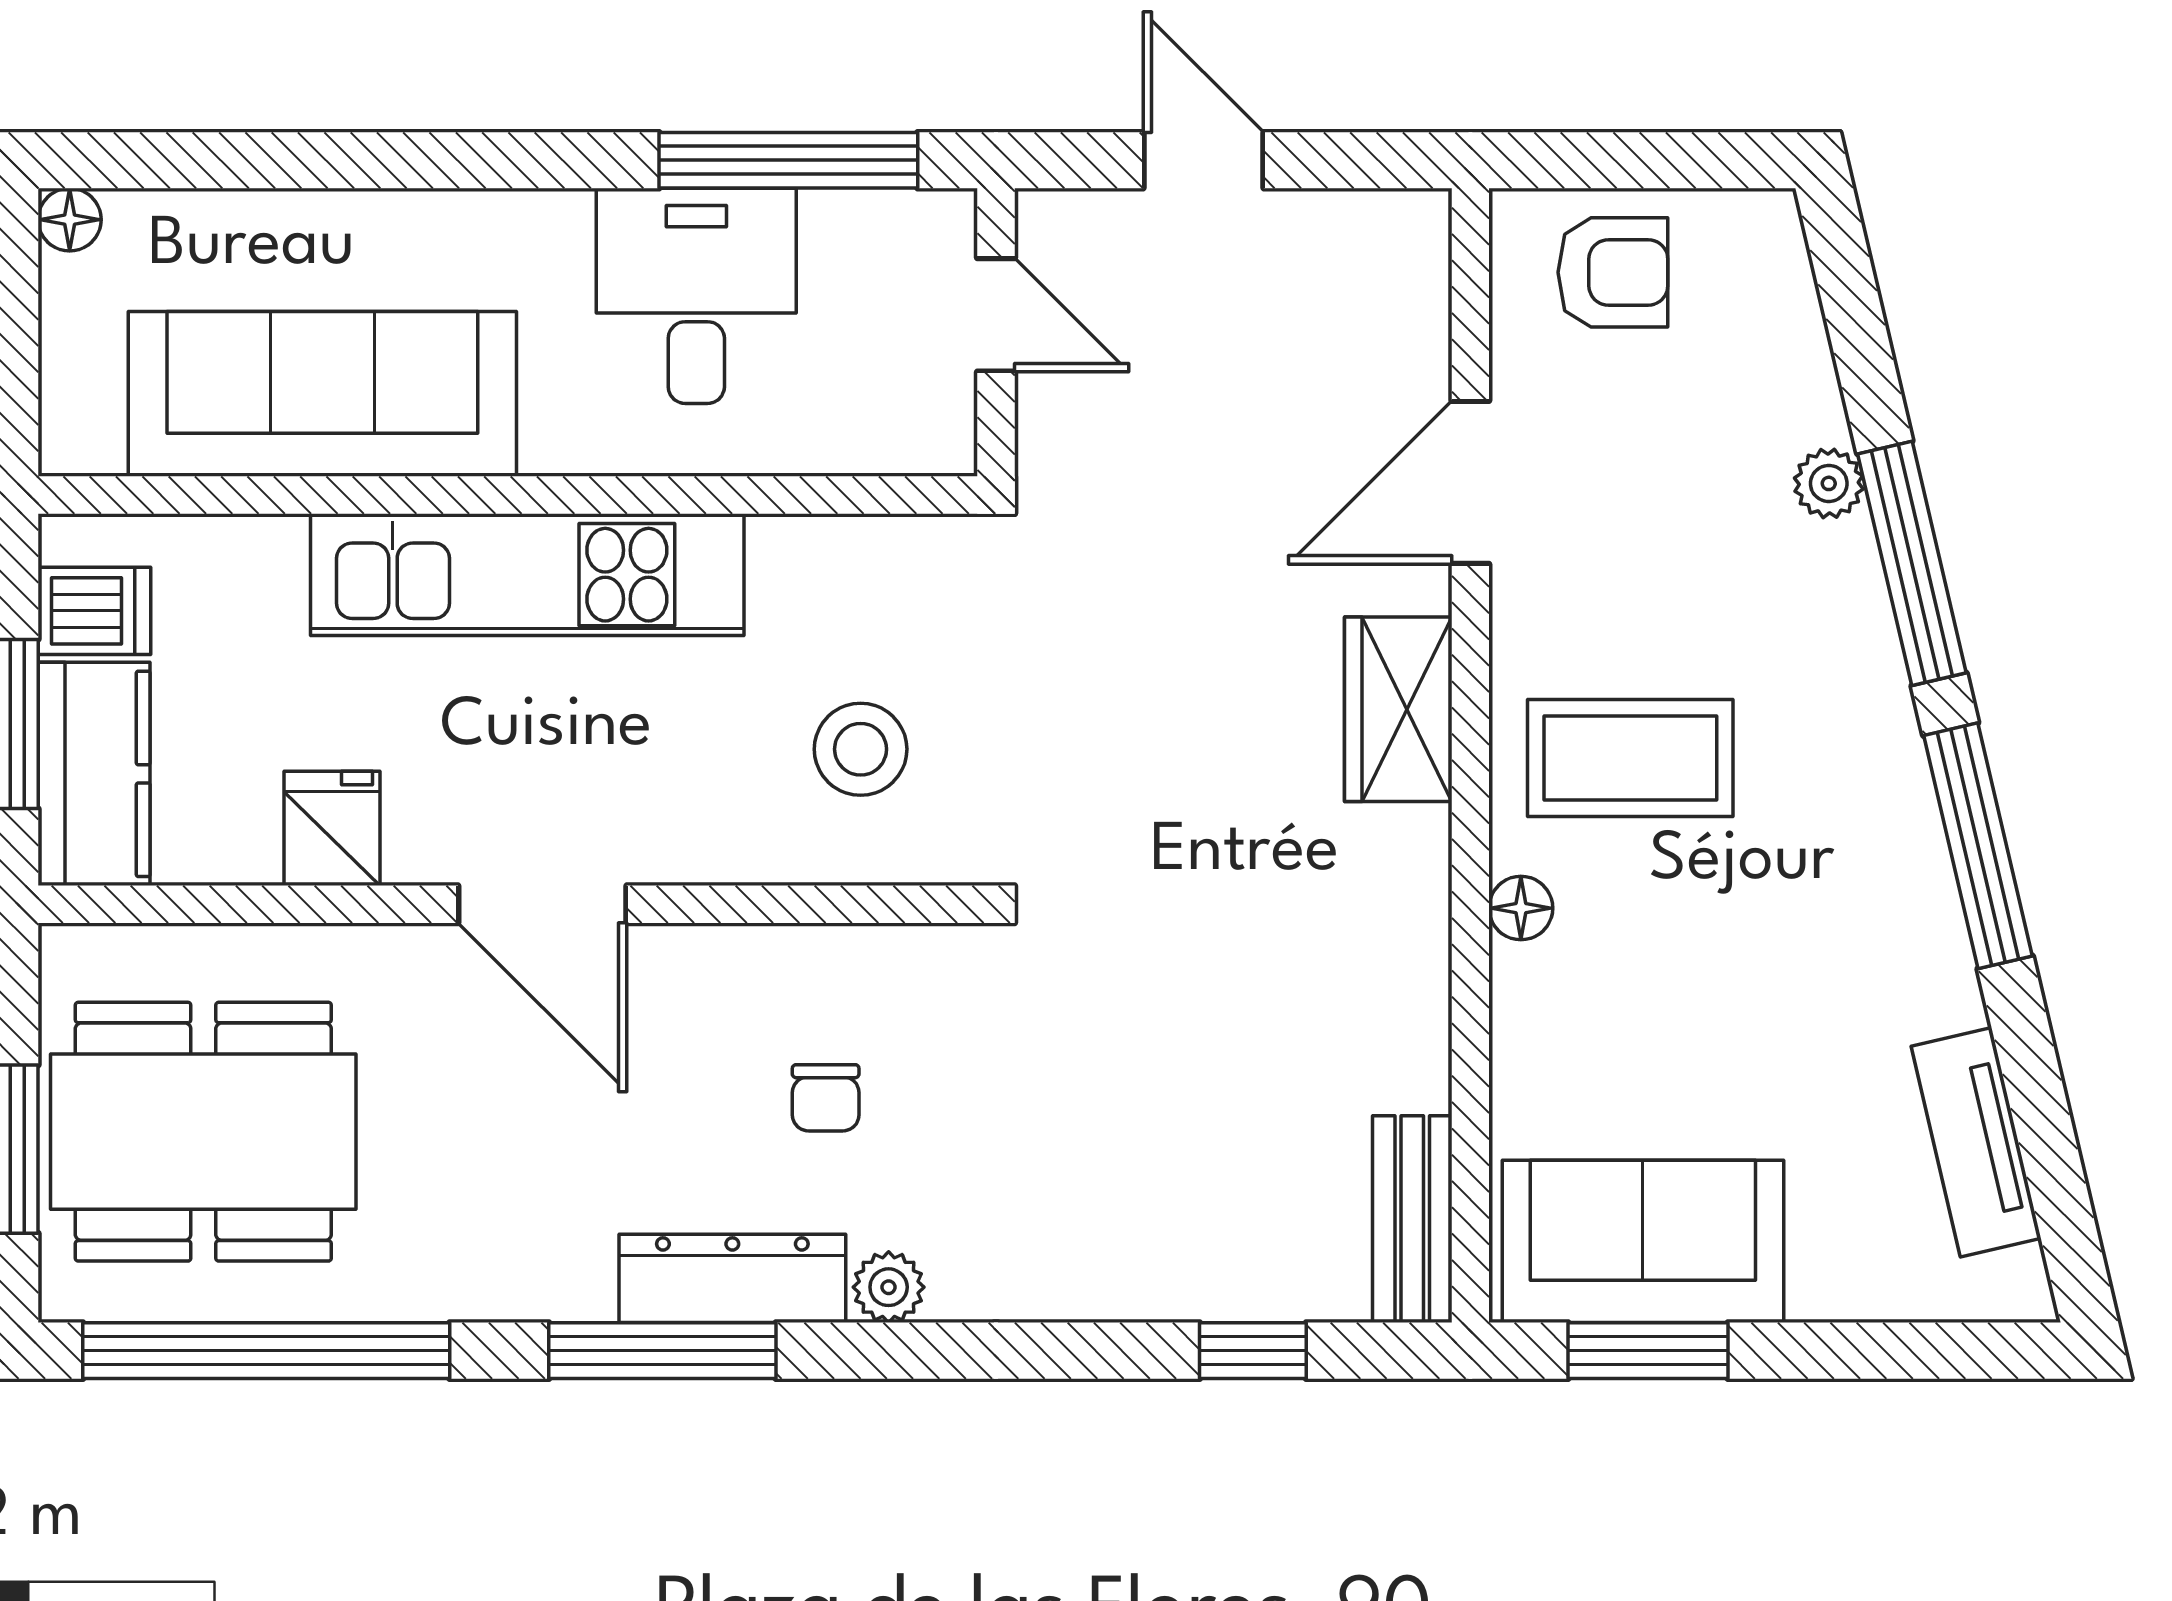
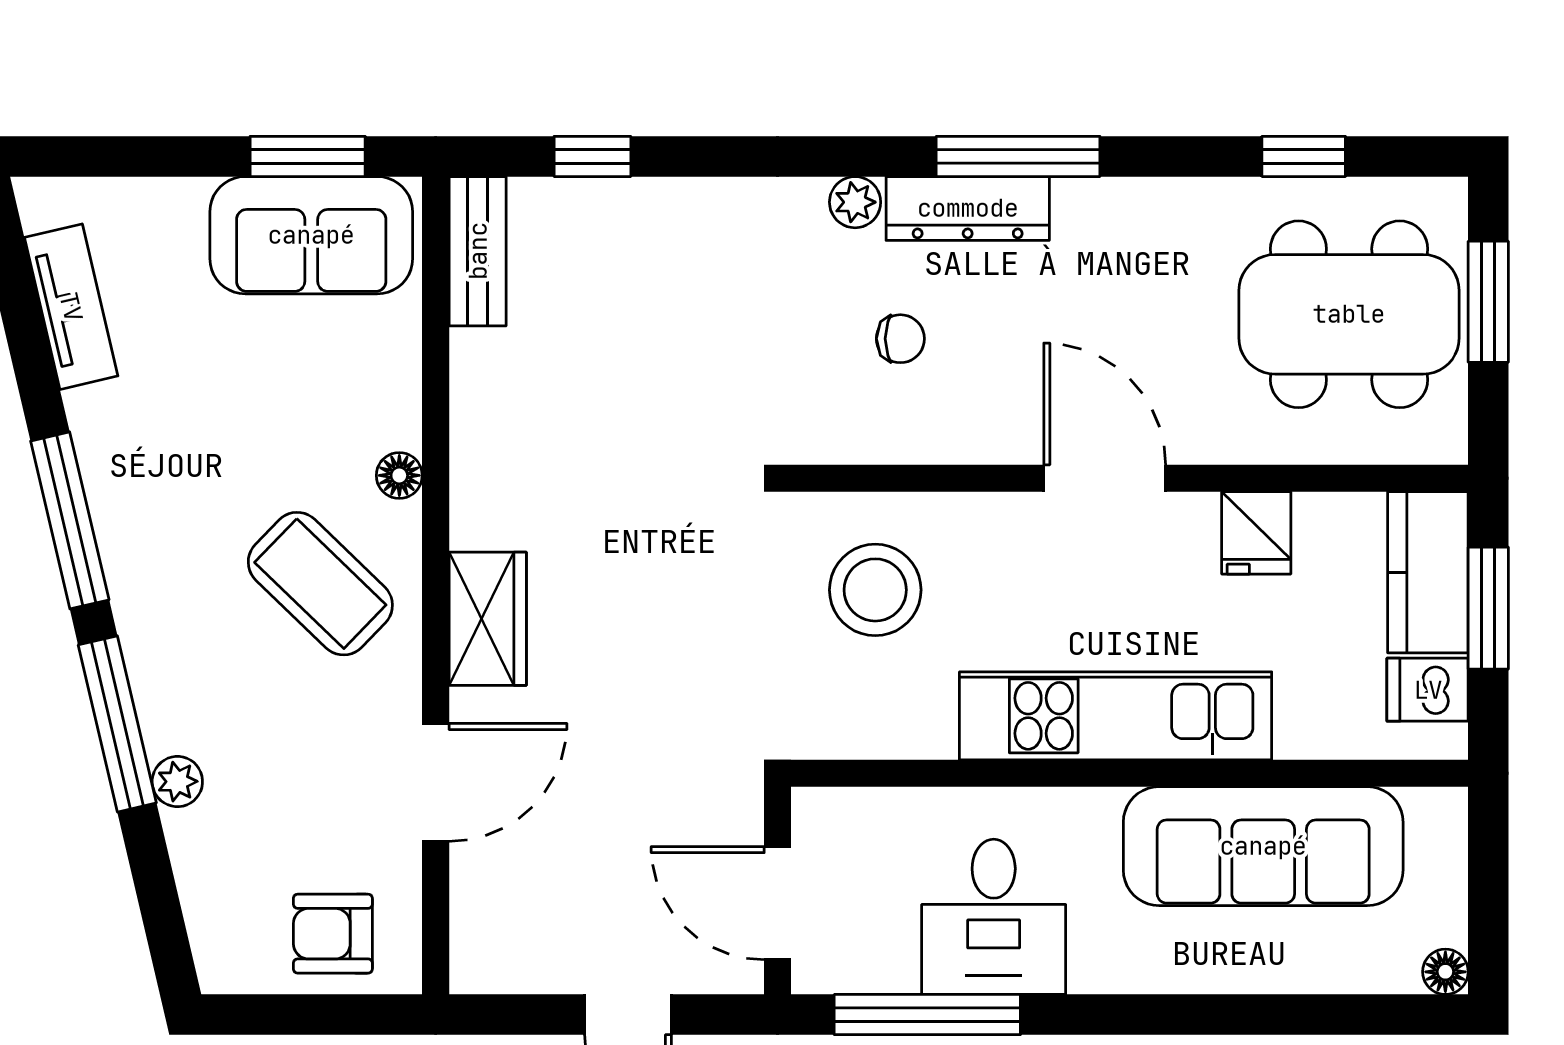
door: (996, 315) -> (778, 903), width x1.38
stool: (861, 749) -> (875, 590), width x1.38, depth x1.38
coffee table: (1630, 758) -> (320, 584), turned 44
chair: (826, 1098) -> (900, 339), turned 90
window: (266, 1351) -> (1304, 156), width x0.32

